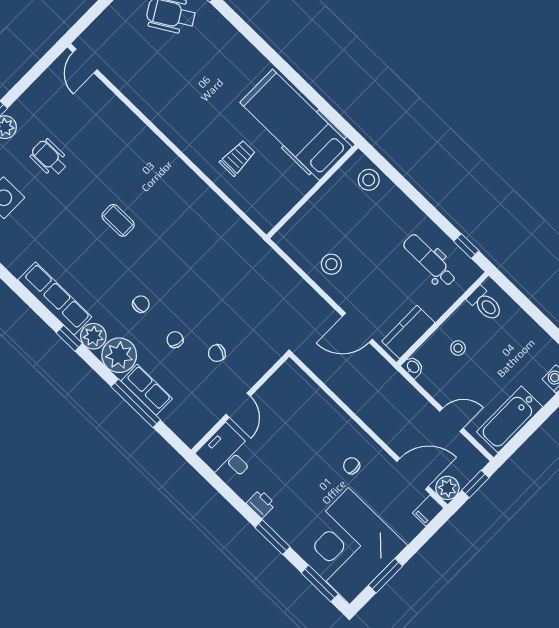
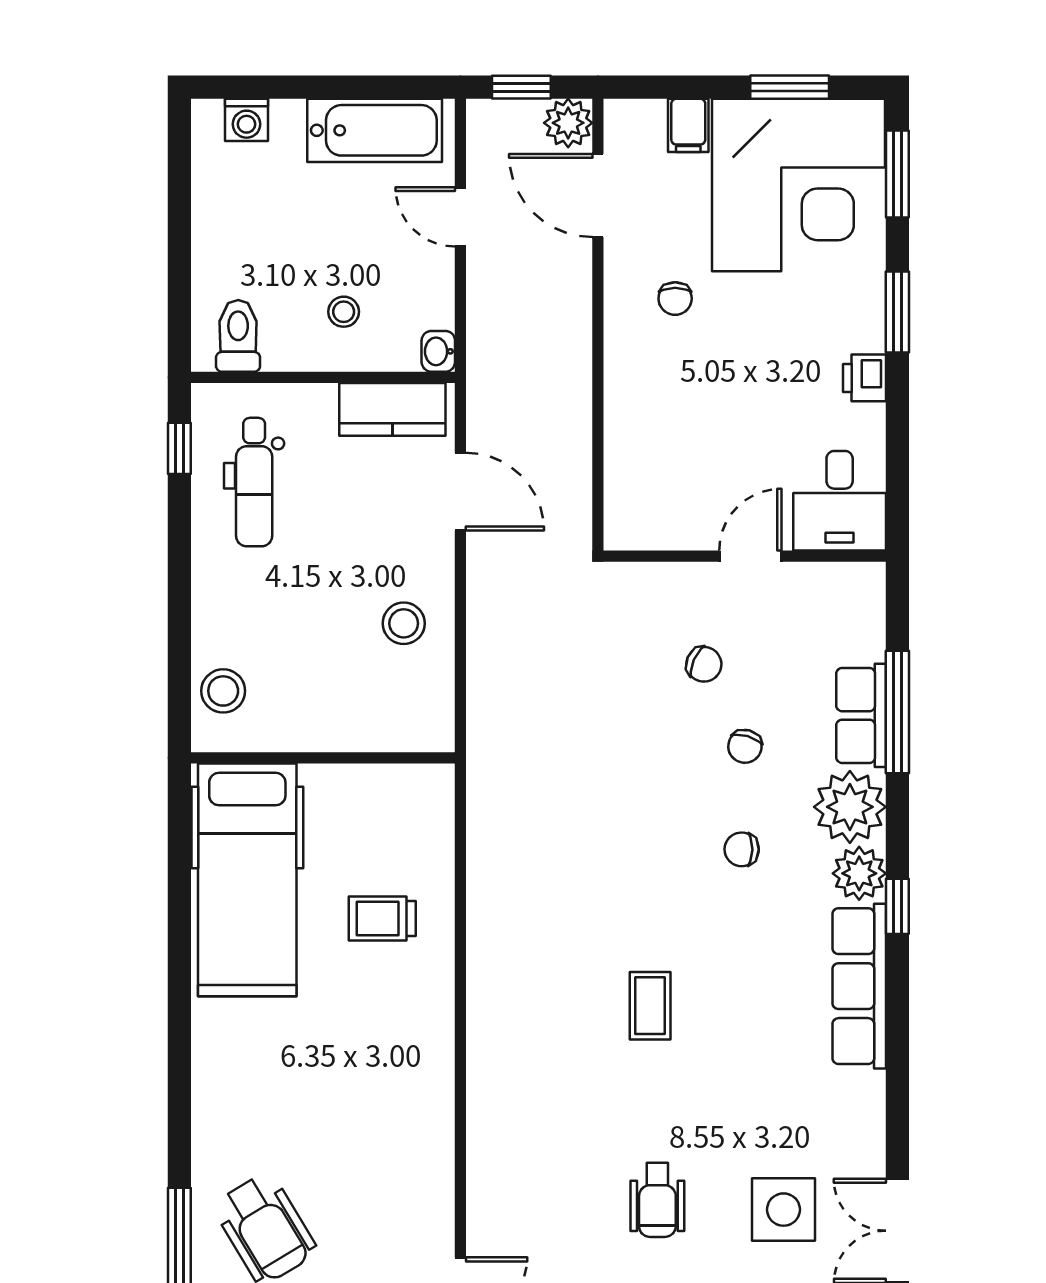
filing cabinet: (428, 511) -> (688, 125), moved, turned 90

